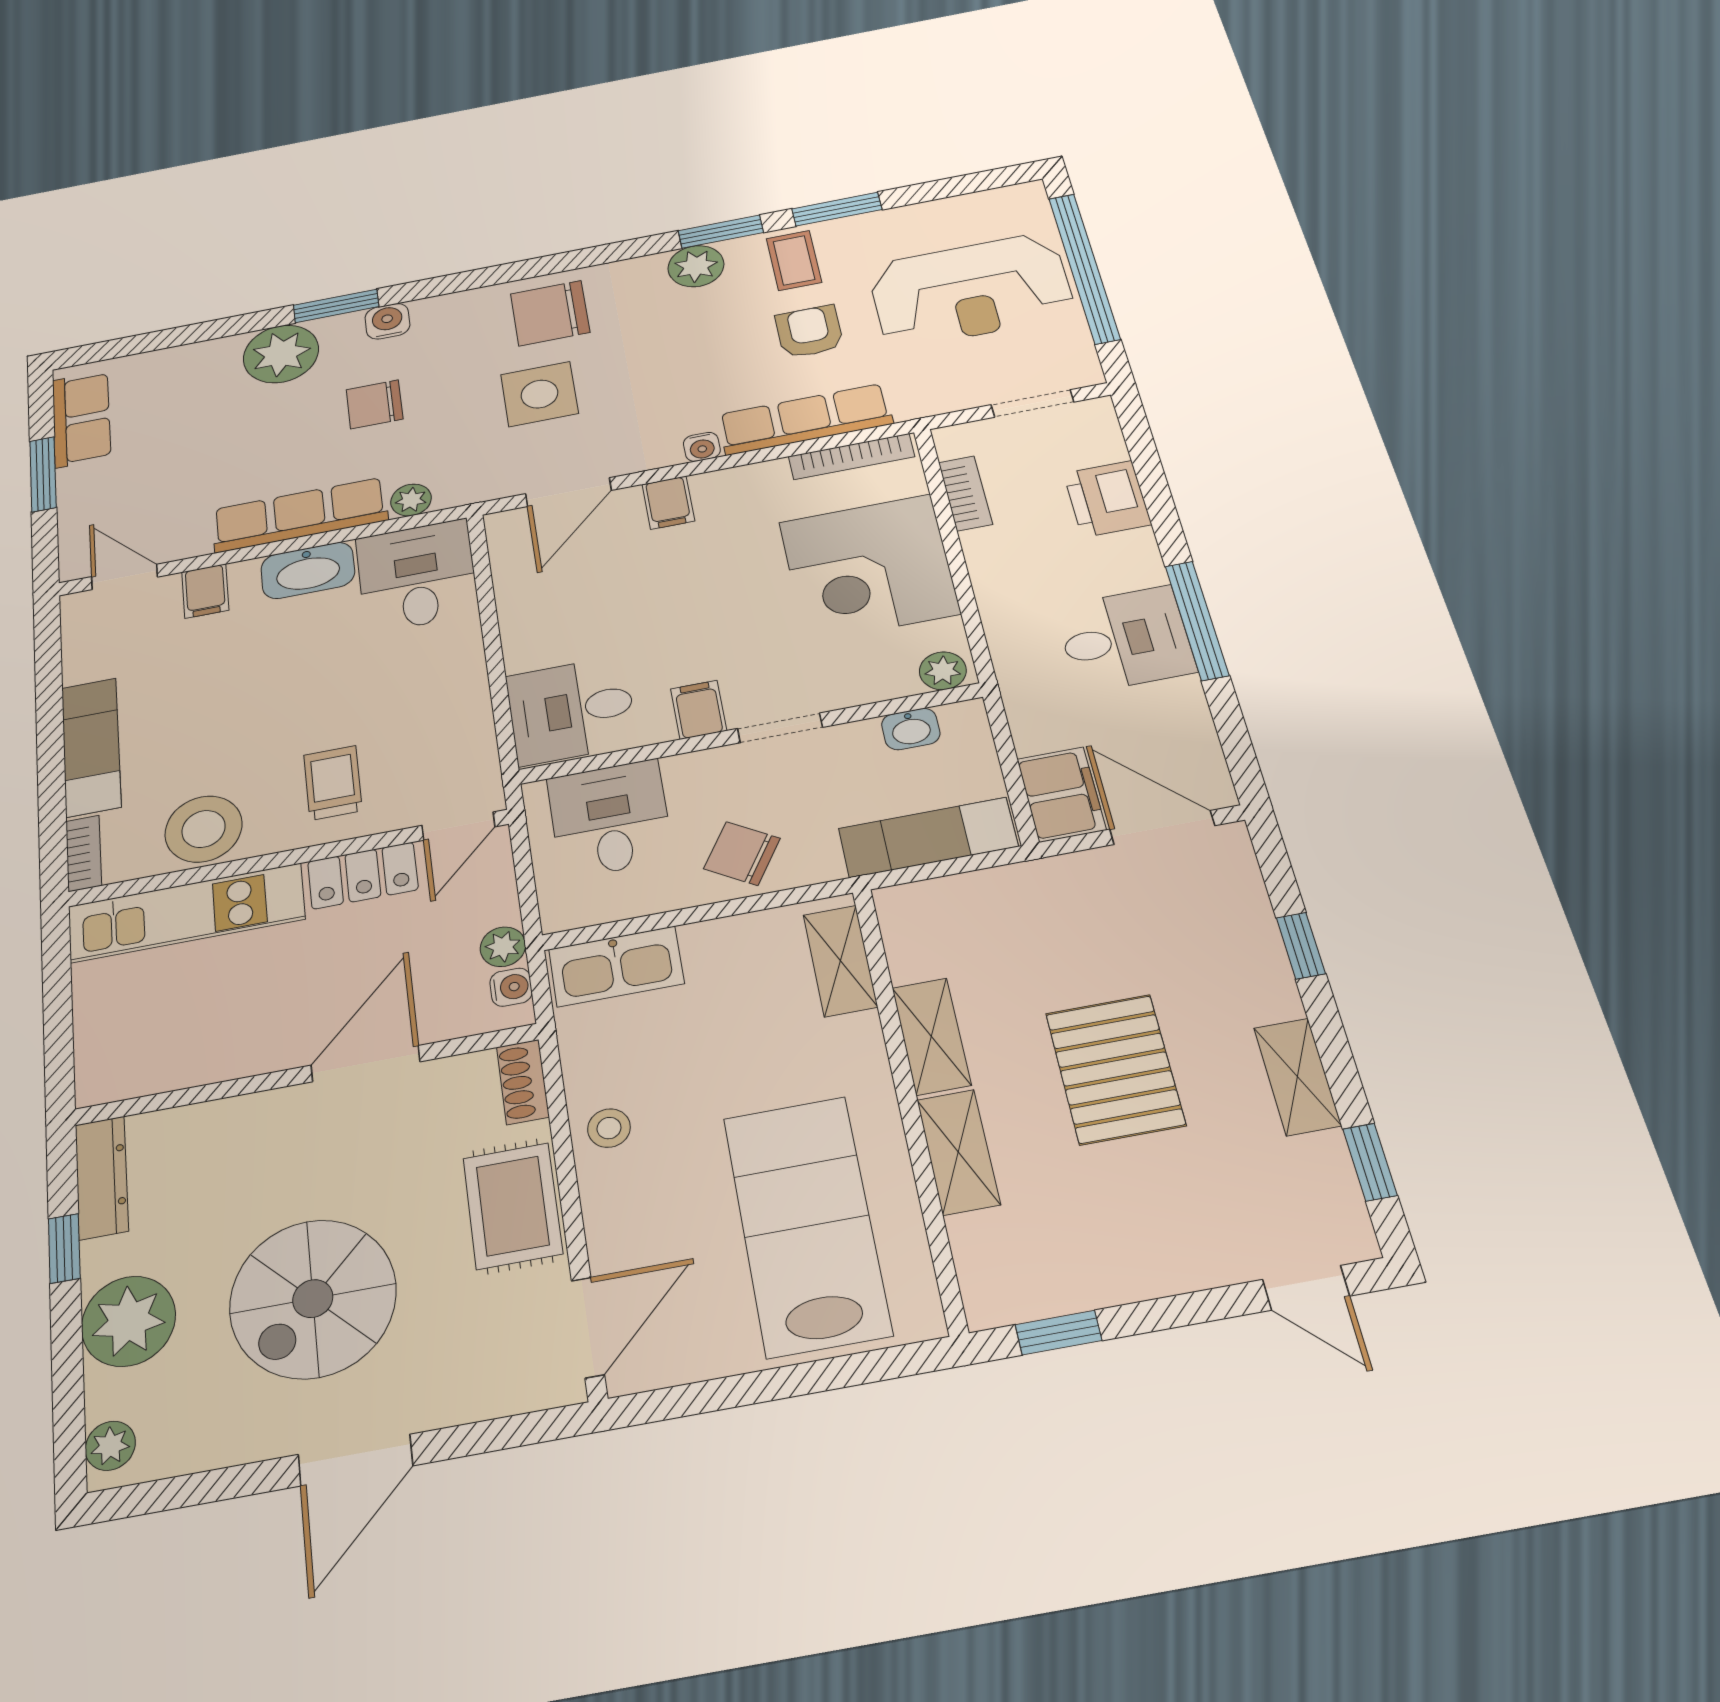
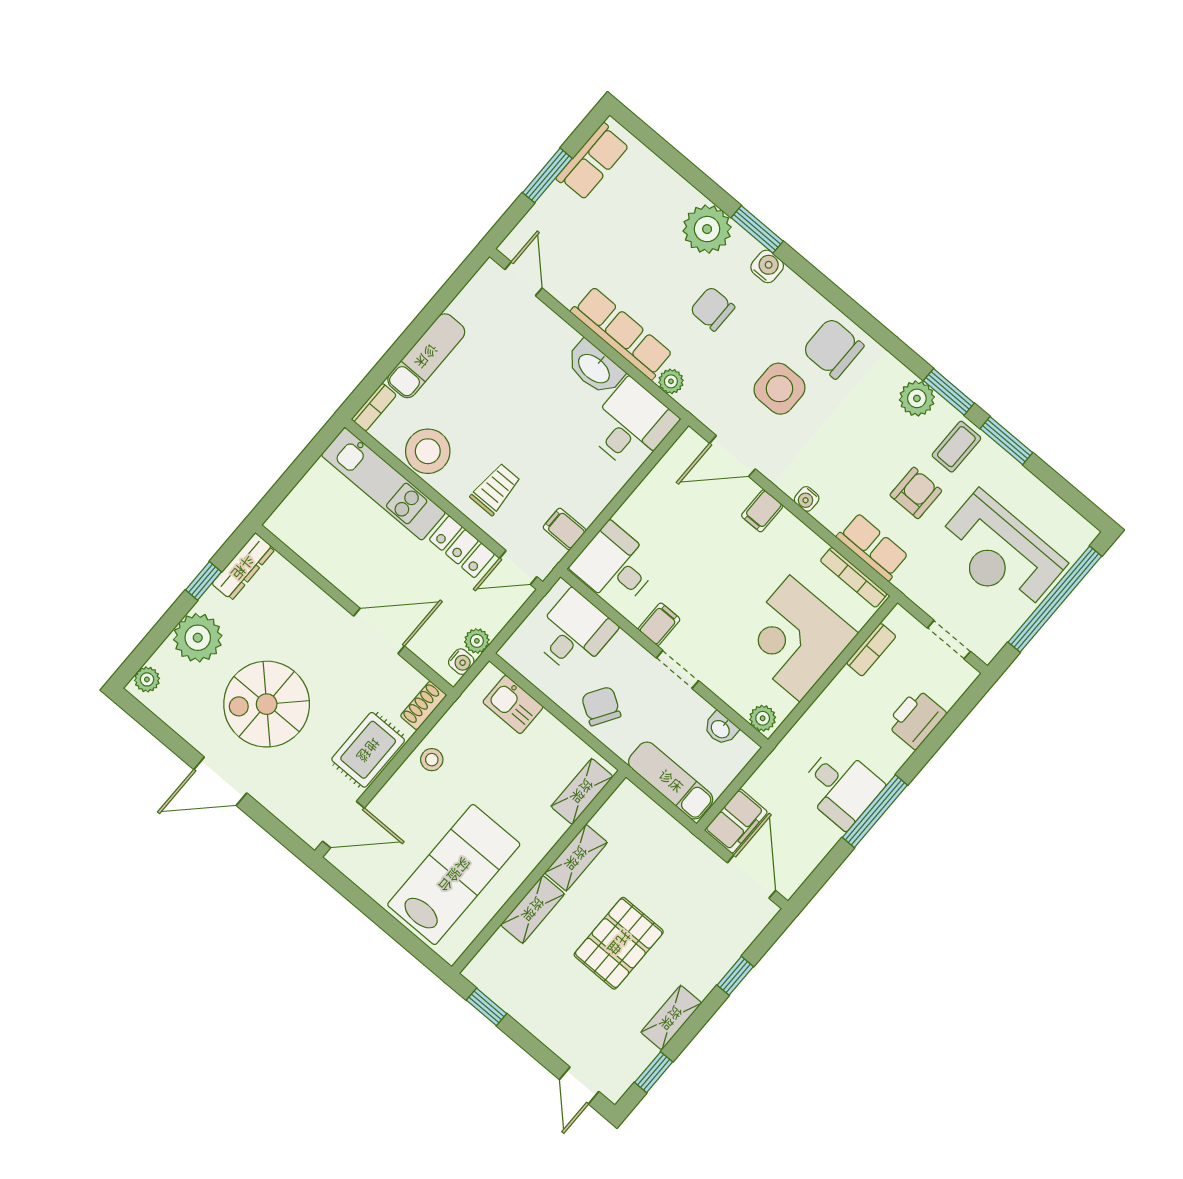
row of seats: (805, 419) -> (873, 547), width x0.68
filing cabinet: (205, 591) -> (565, 529), moved, turned 90
kitchen sink: (616, 966) -> (513, 705), width x0.73

